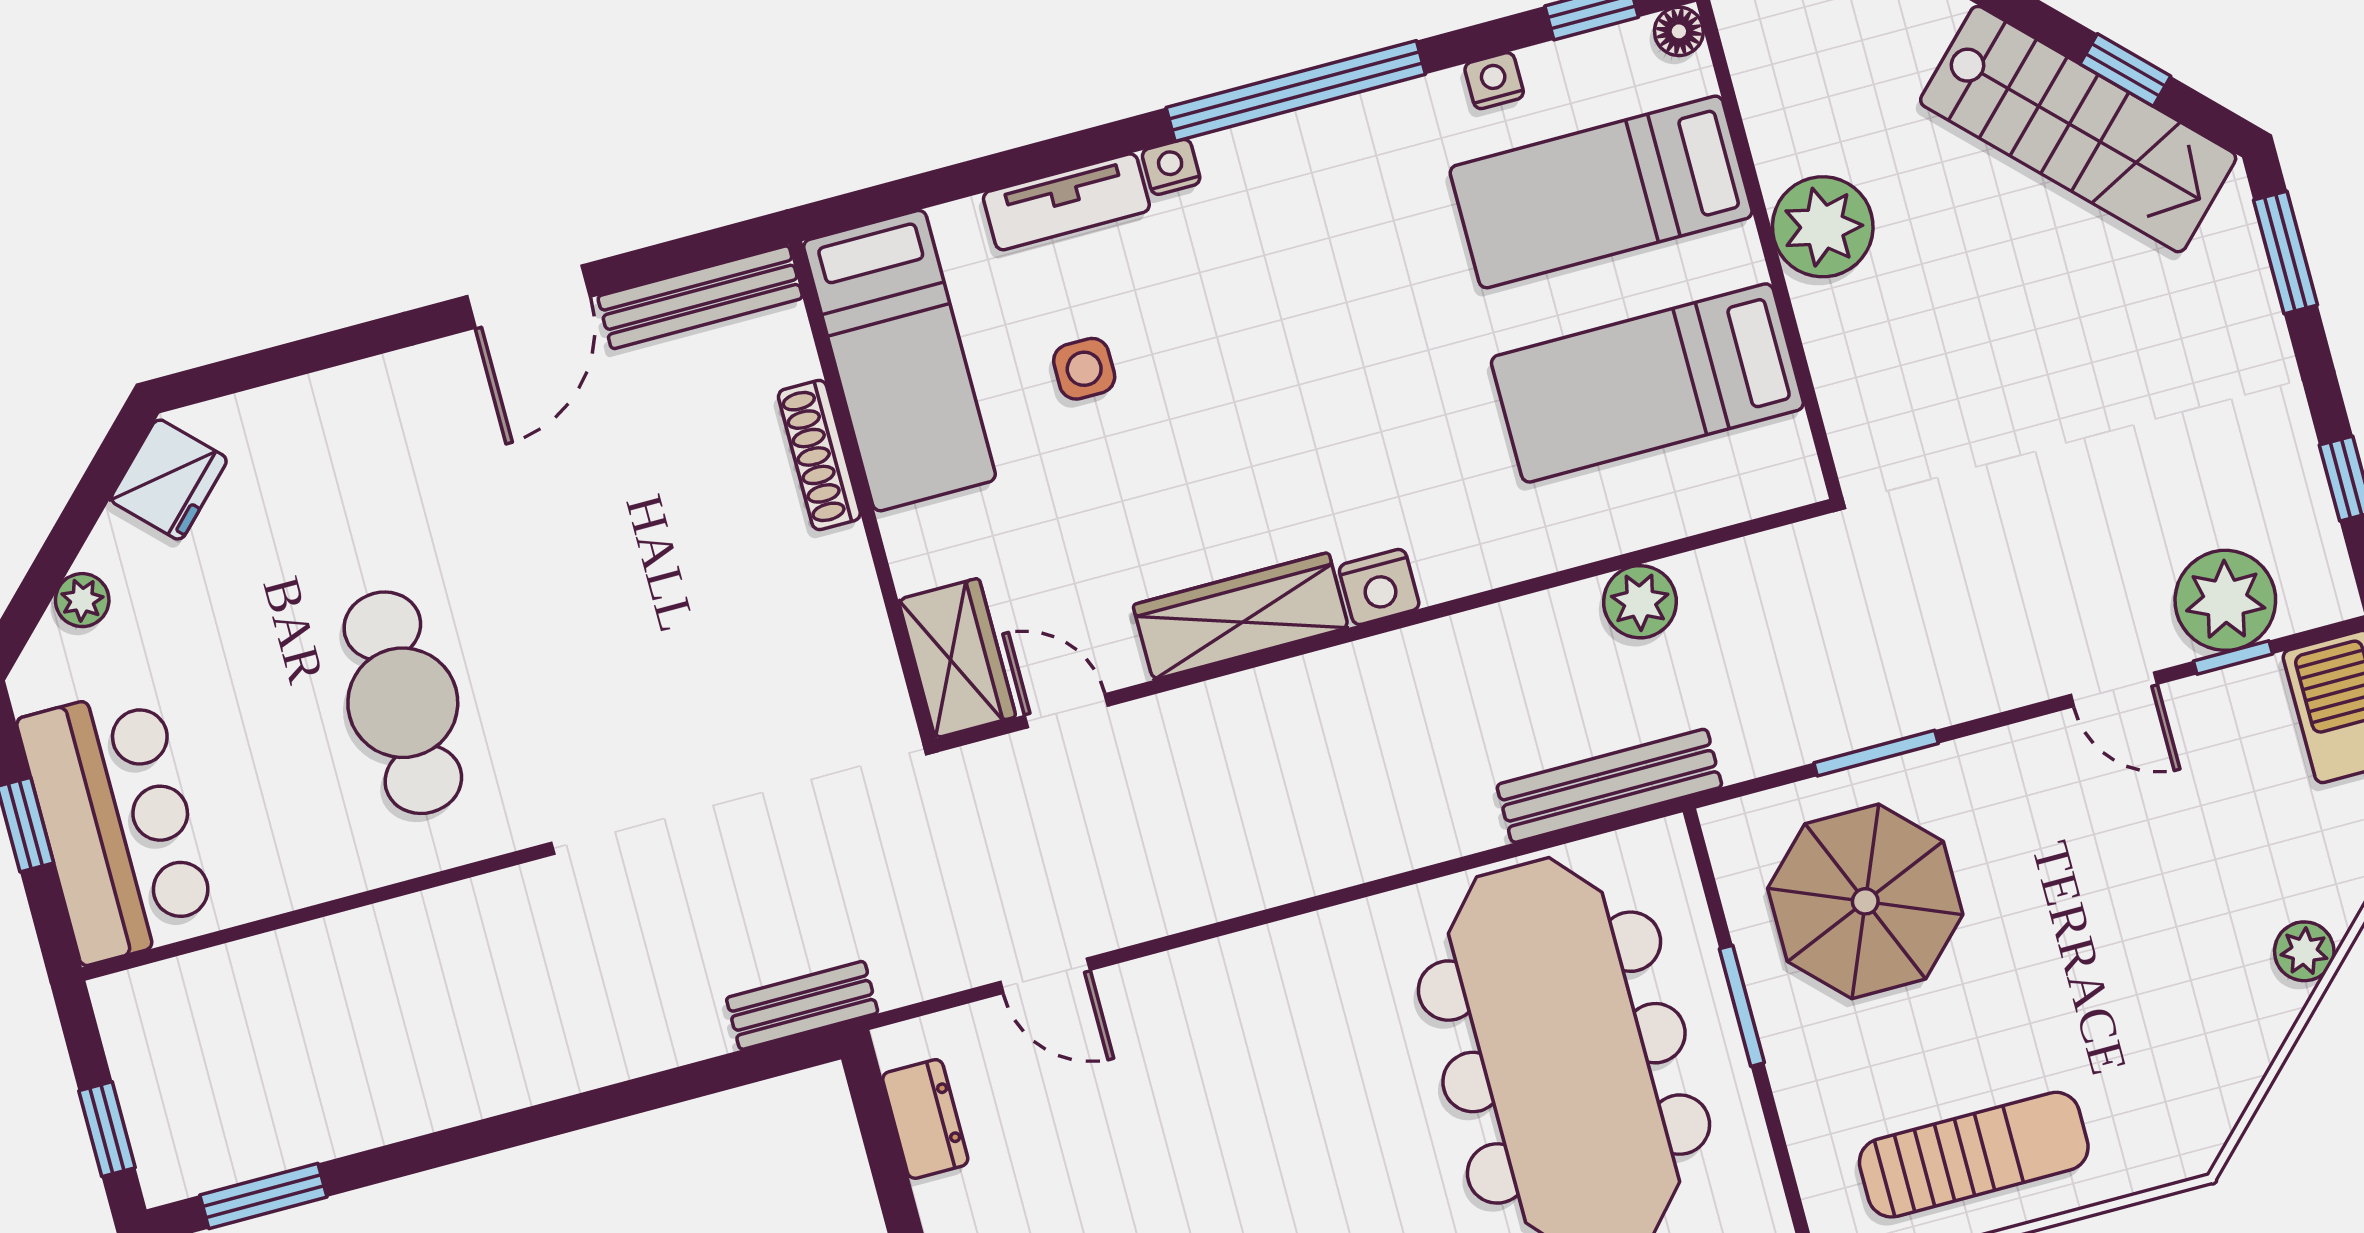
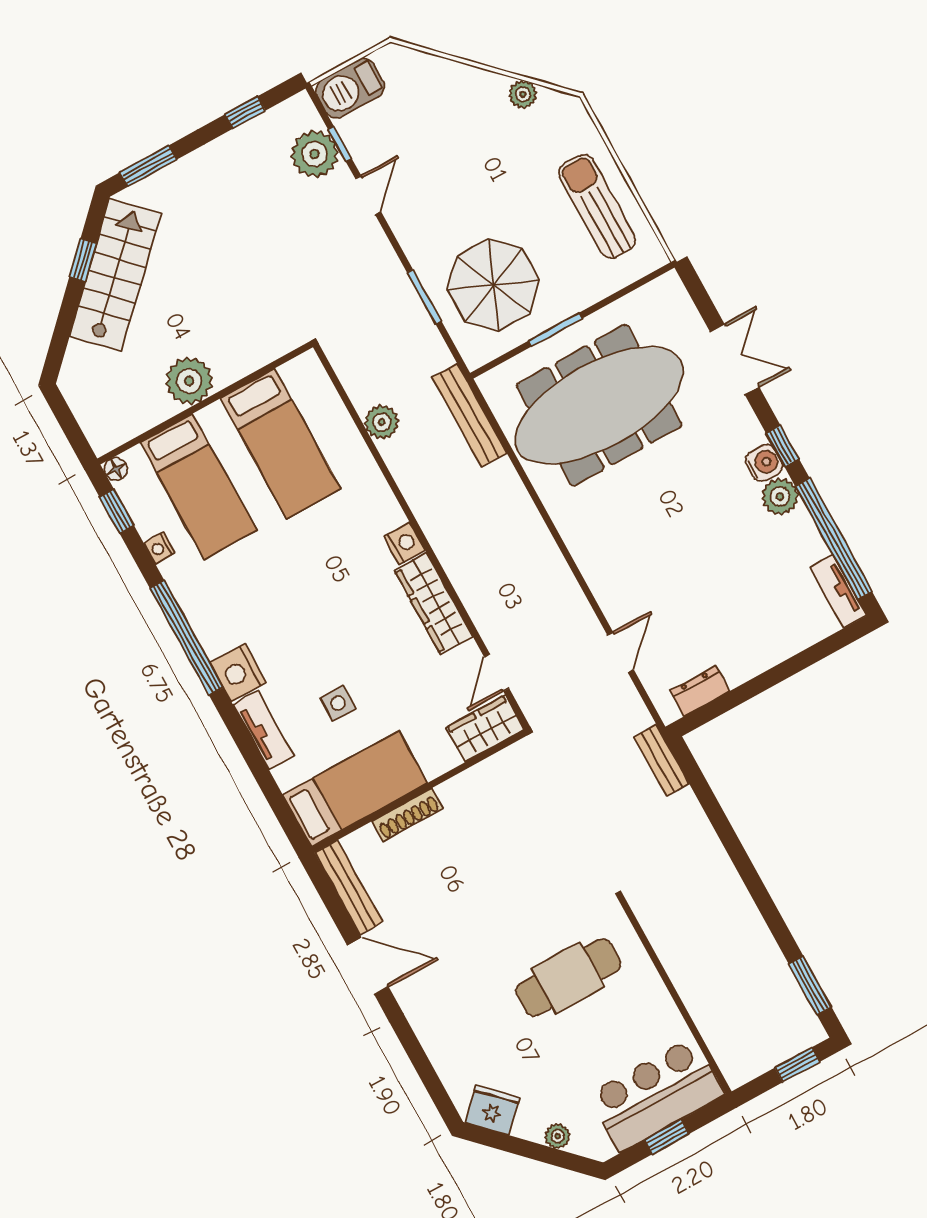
nightstand: (1171, 167) -> (238, 673), width x1.89, depth x1.79
plant: (2304, 951) -> (523, 94), moved

